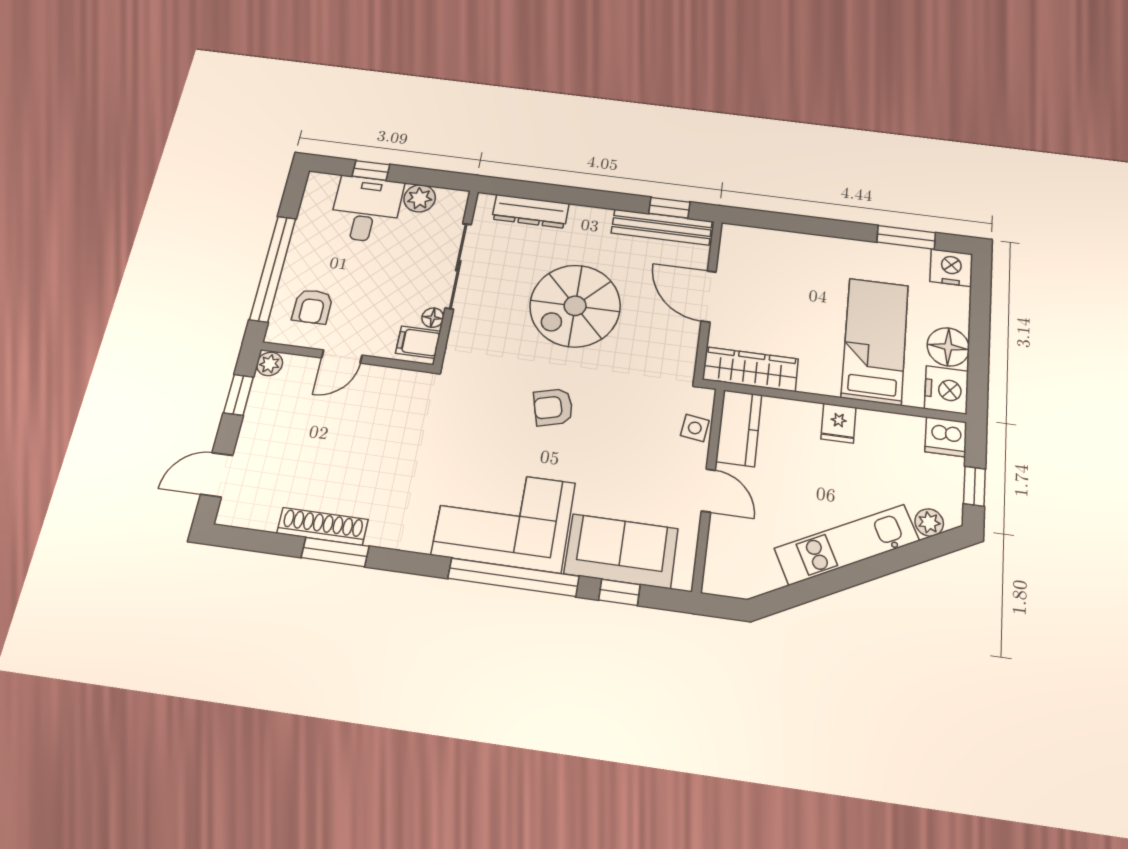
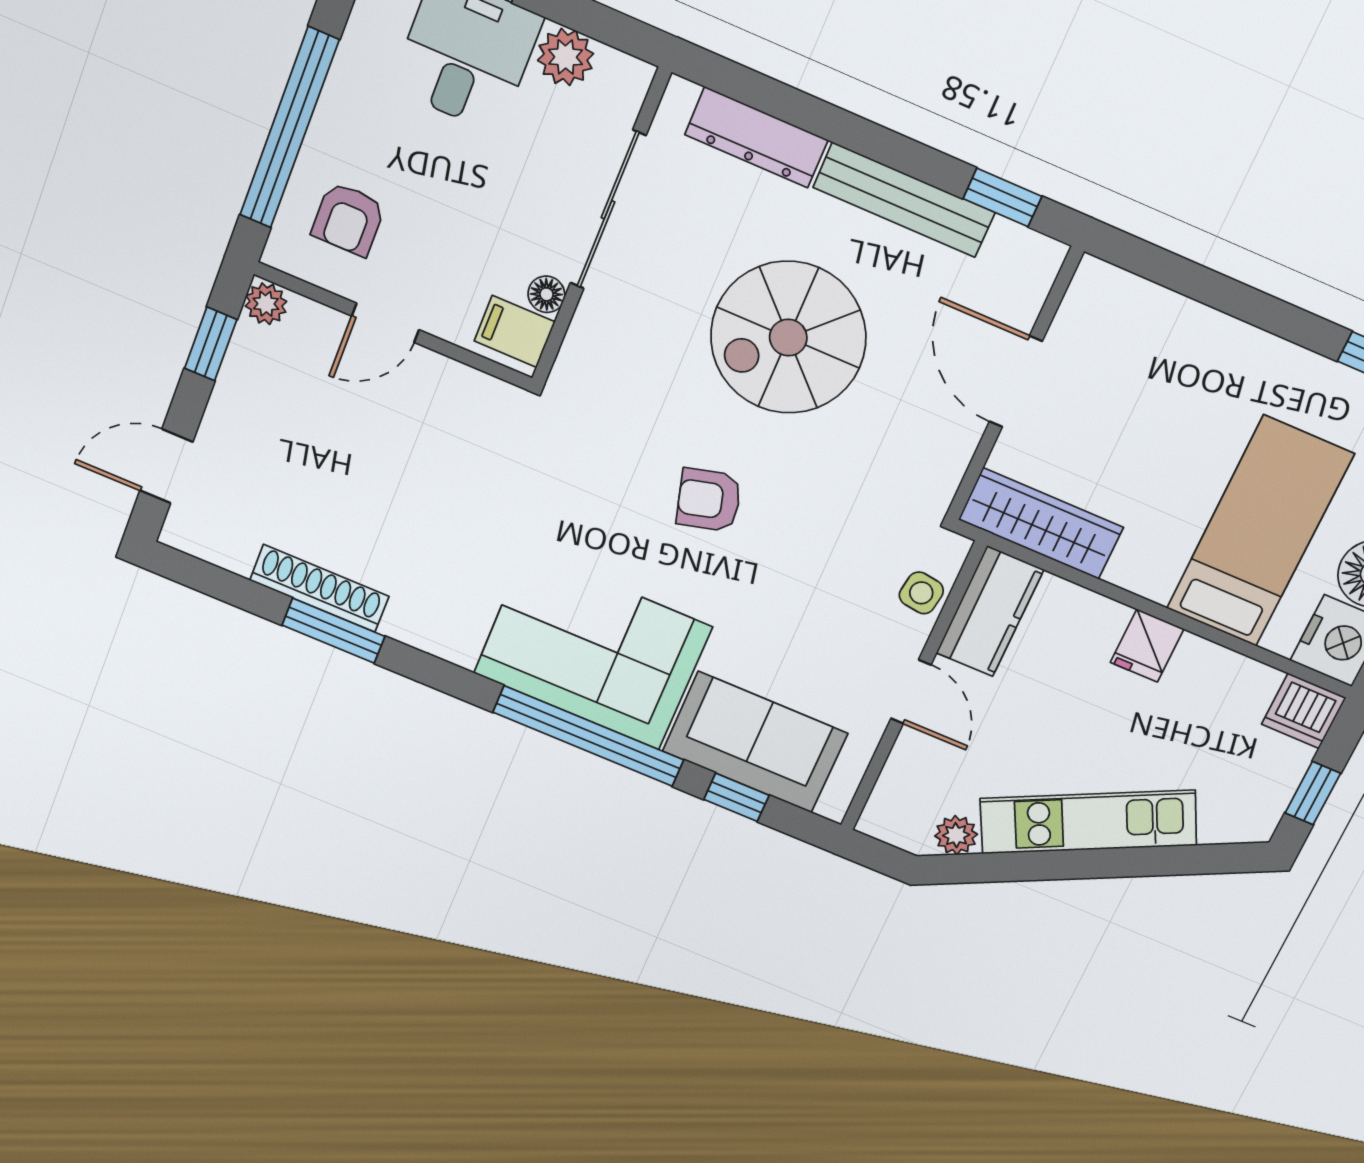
bench: (662, 227) -> (904, 200), moved
plant: (929, 522) -> (956, 835), moved

